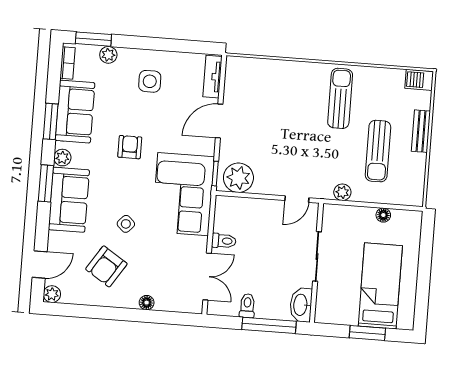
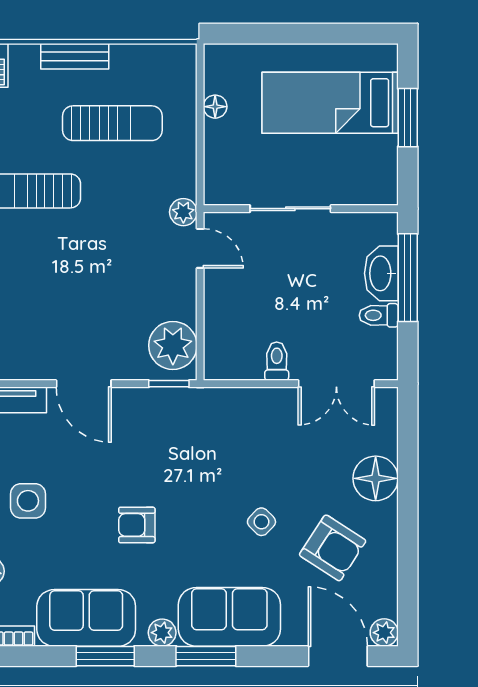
plant: (342, 192) -> (183, 212), moved
corner sofa: (183, 194) -> (206, 433), removed
door: (40, 264) -> (338, 656), width x1.38
double door: (207, 276) -> (336, 384), swing flipped
floor lamp: (147, 303) -> (376, 478), width x1.89, depth x1.89
washbasin: (301, 305) -> (381, 273), moved, turned 90

